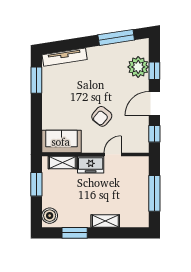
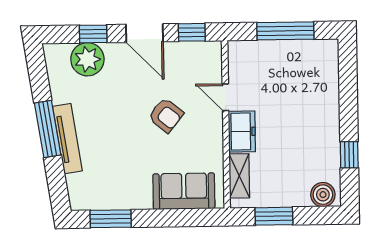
window: (116, 37) -> (48, 129), moved
tv unit: (65, 57) -> (67, 139), moved
sofa: (61, 142) -> (184, 191), moved, turned 90
shelving: (105, 221) -> (330, 107), removed
window: (75, 233) -> (349, 155), width x0.67

